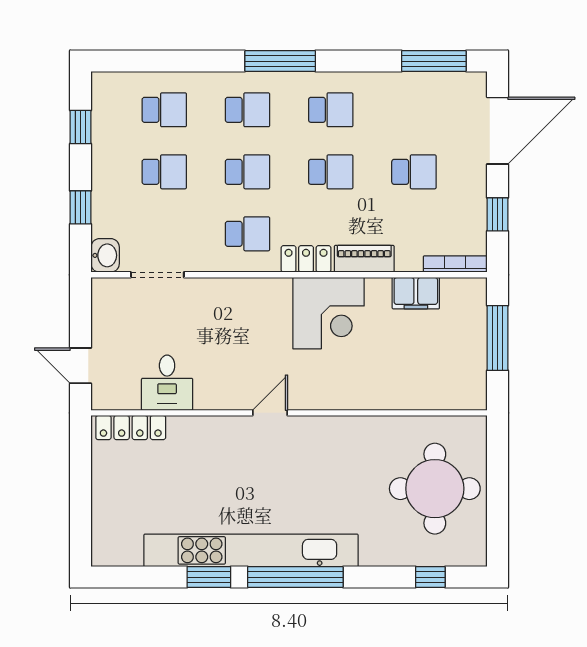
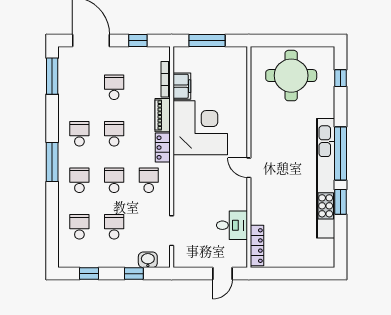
washbasin: (105, 255) -> (148, 260), moved
bookcase: (455, 264) -> (166, 79), moved
corner desk: (328, 313) -> (200, 128), width x1.36, depth x1.36

